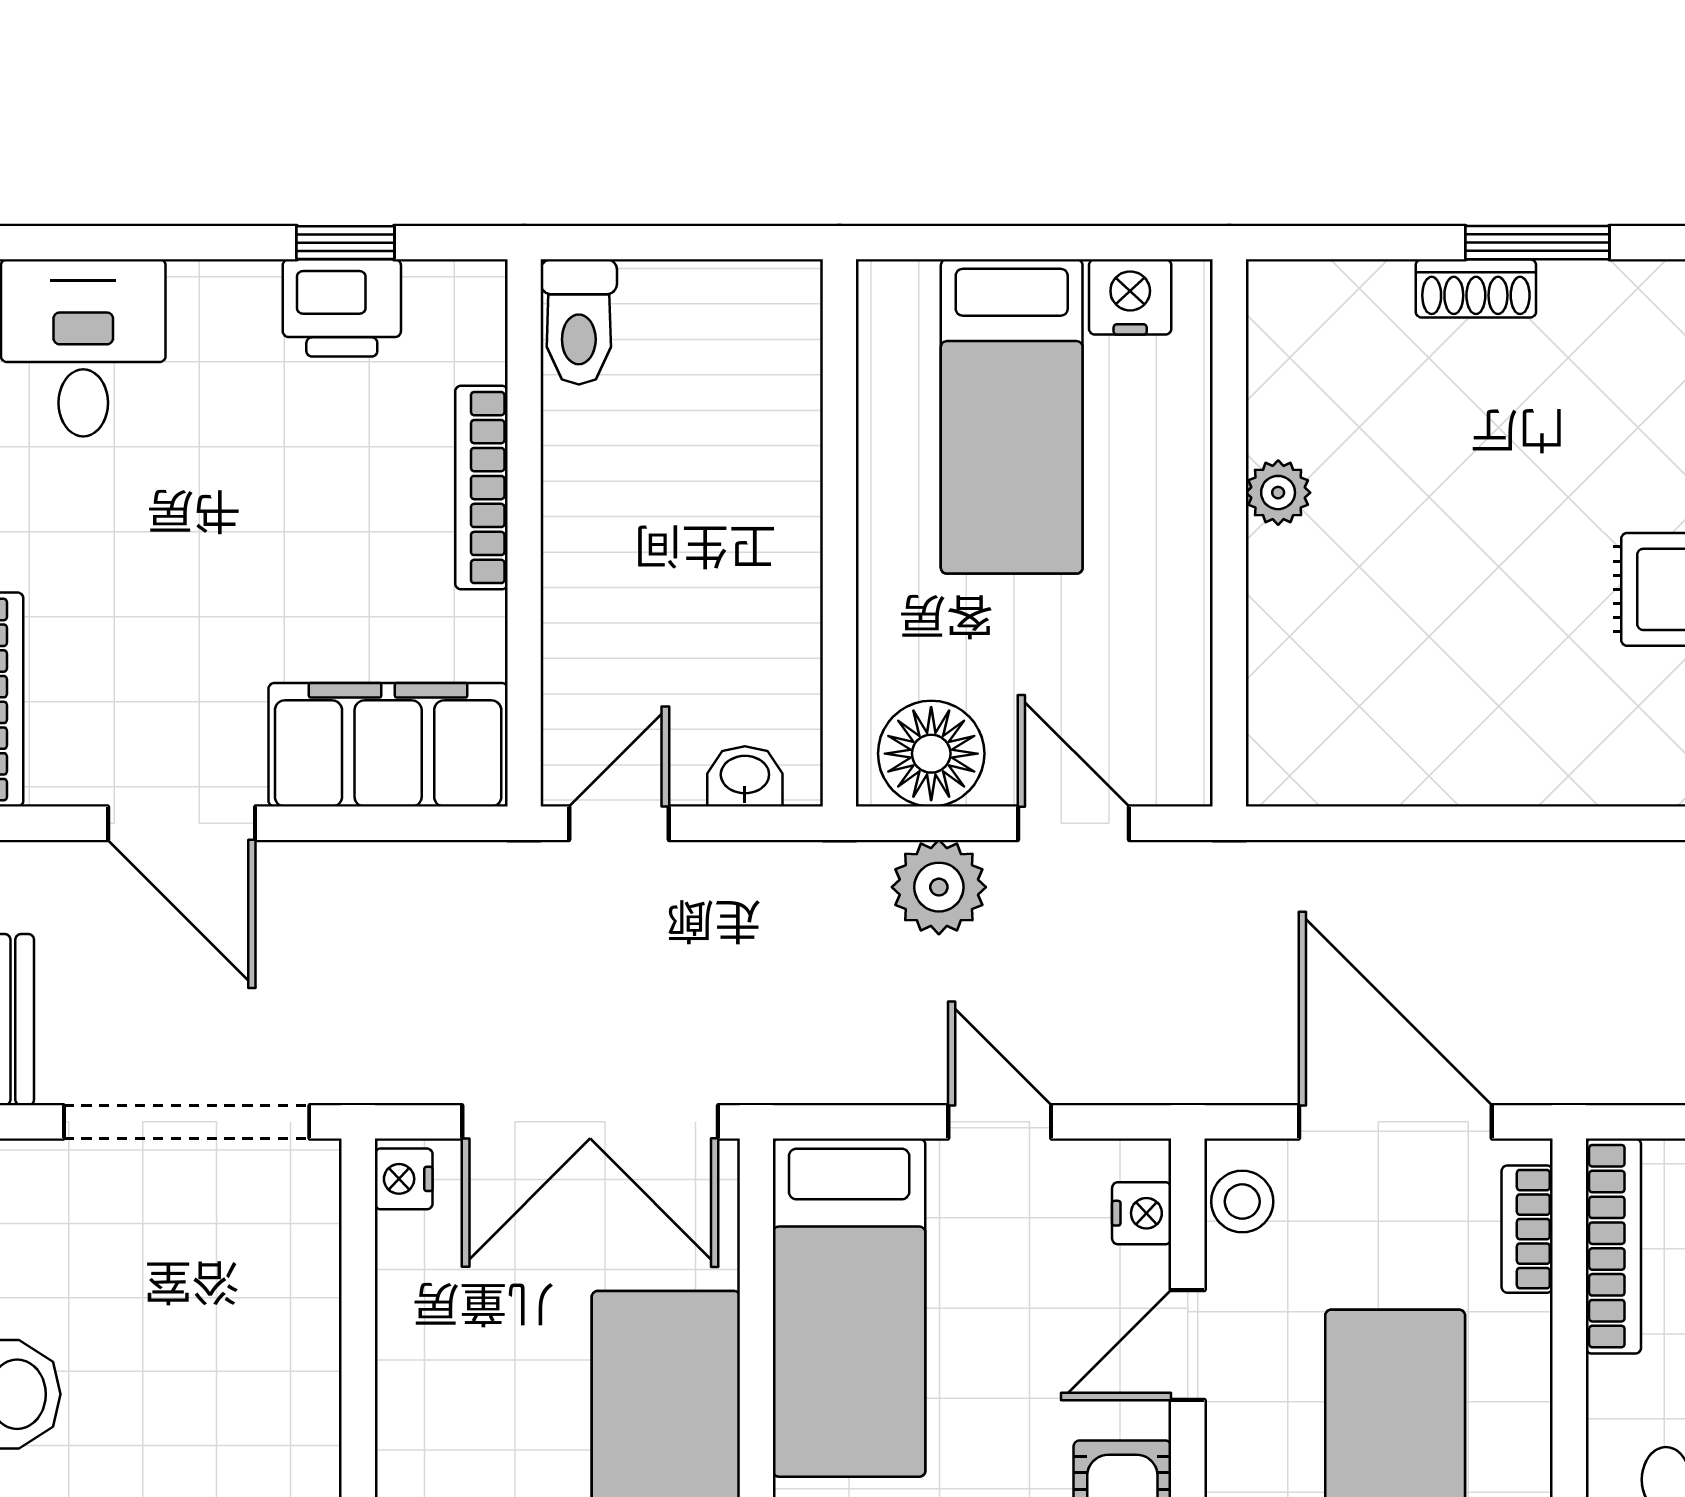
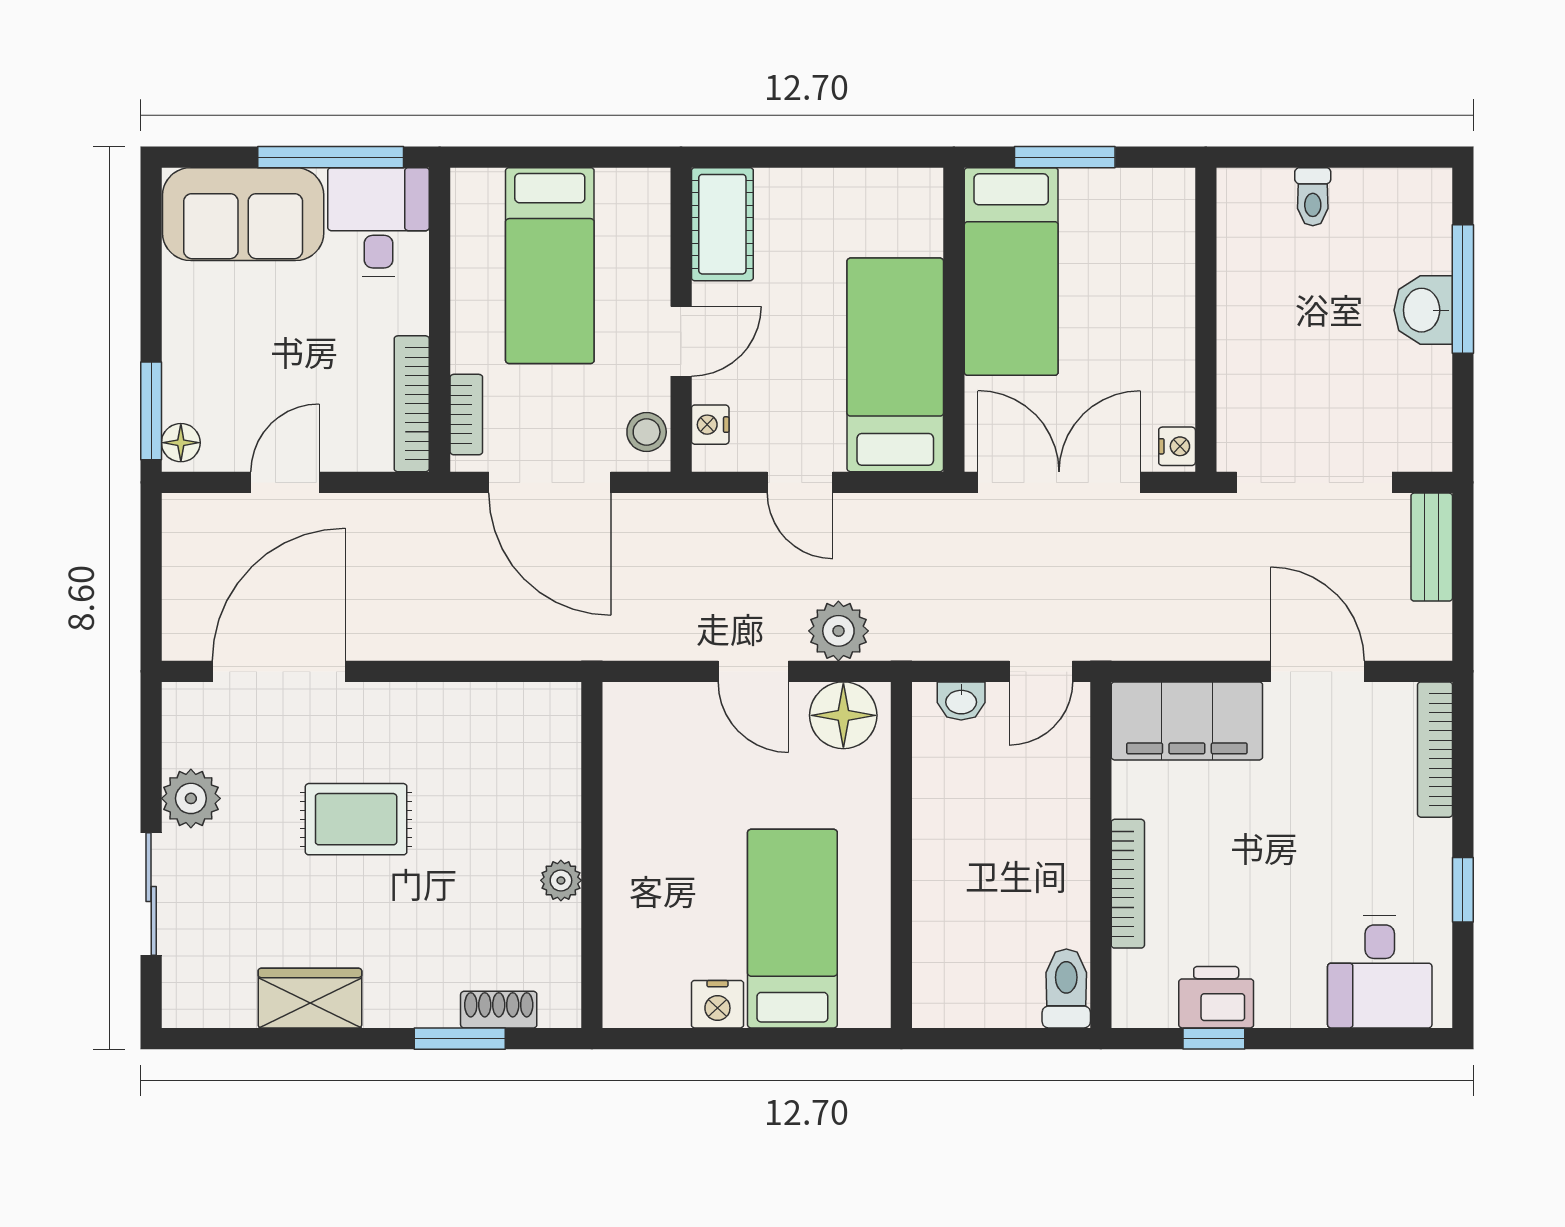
plant: (1278, 493) -> (561, 880), moved
wall: (1229, 533) -> (592, 855), moved

